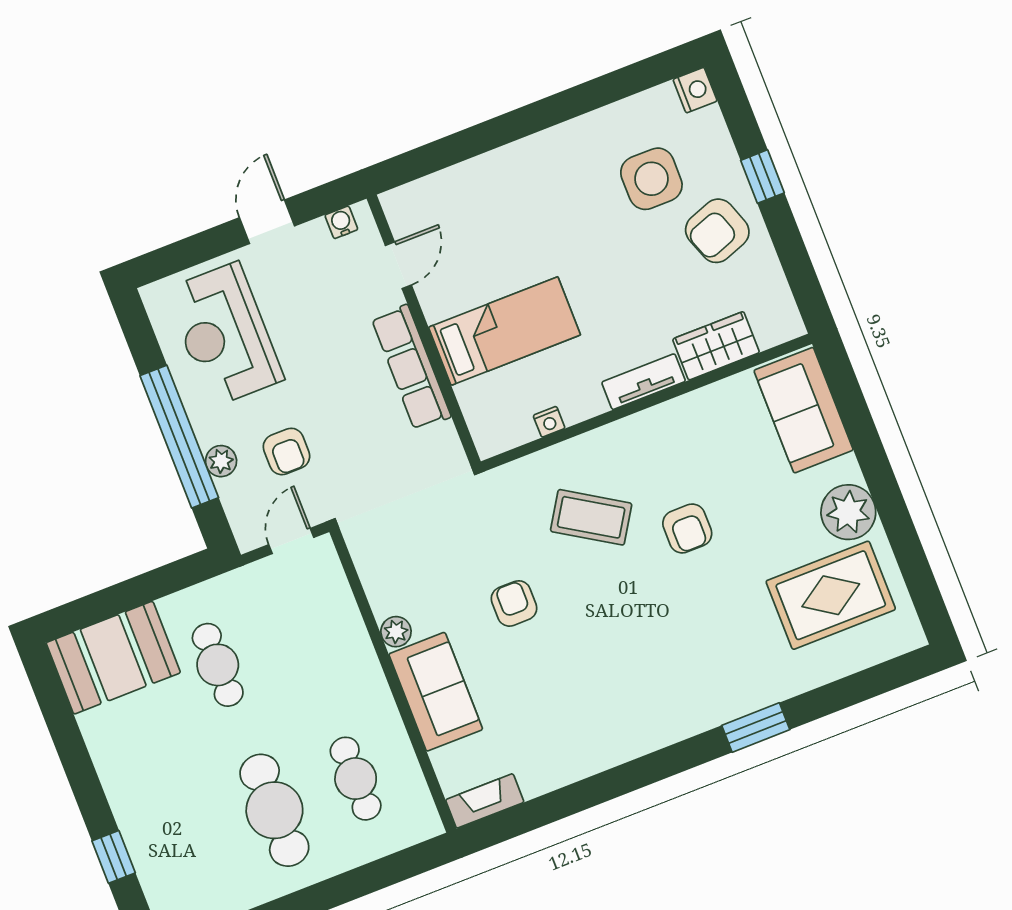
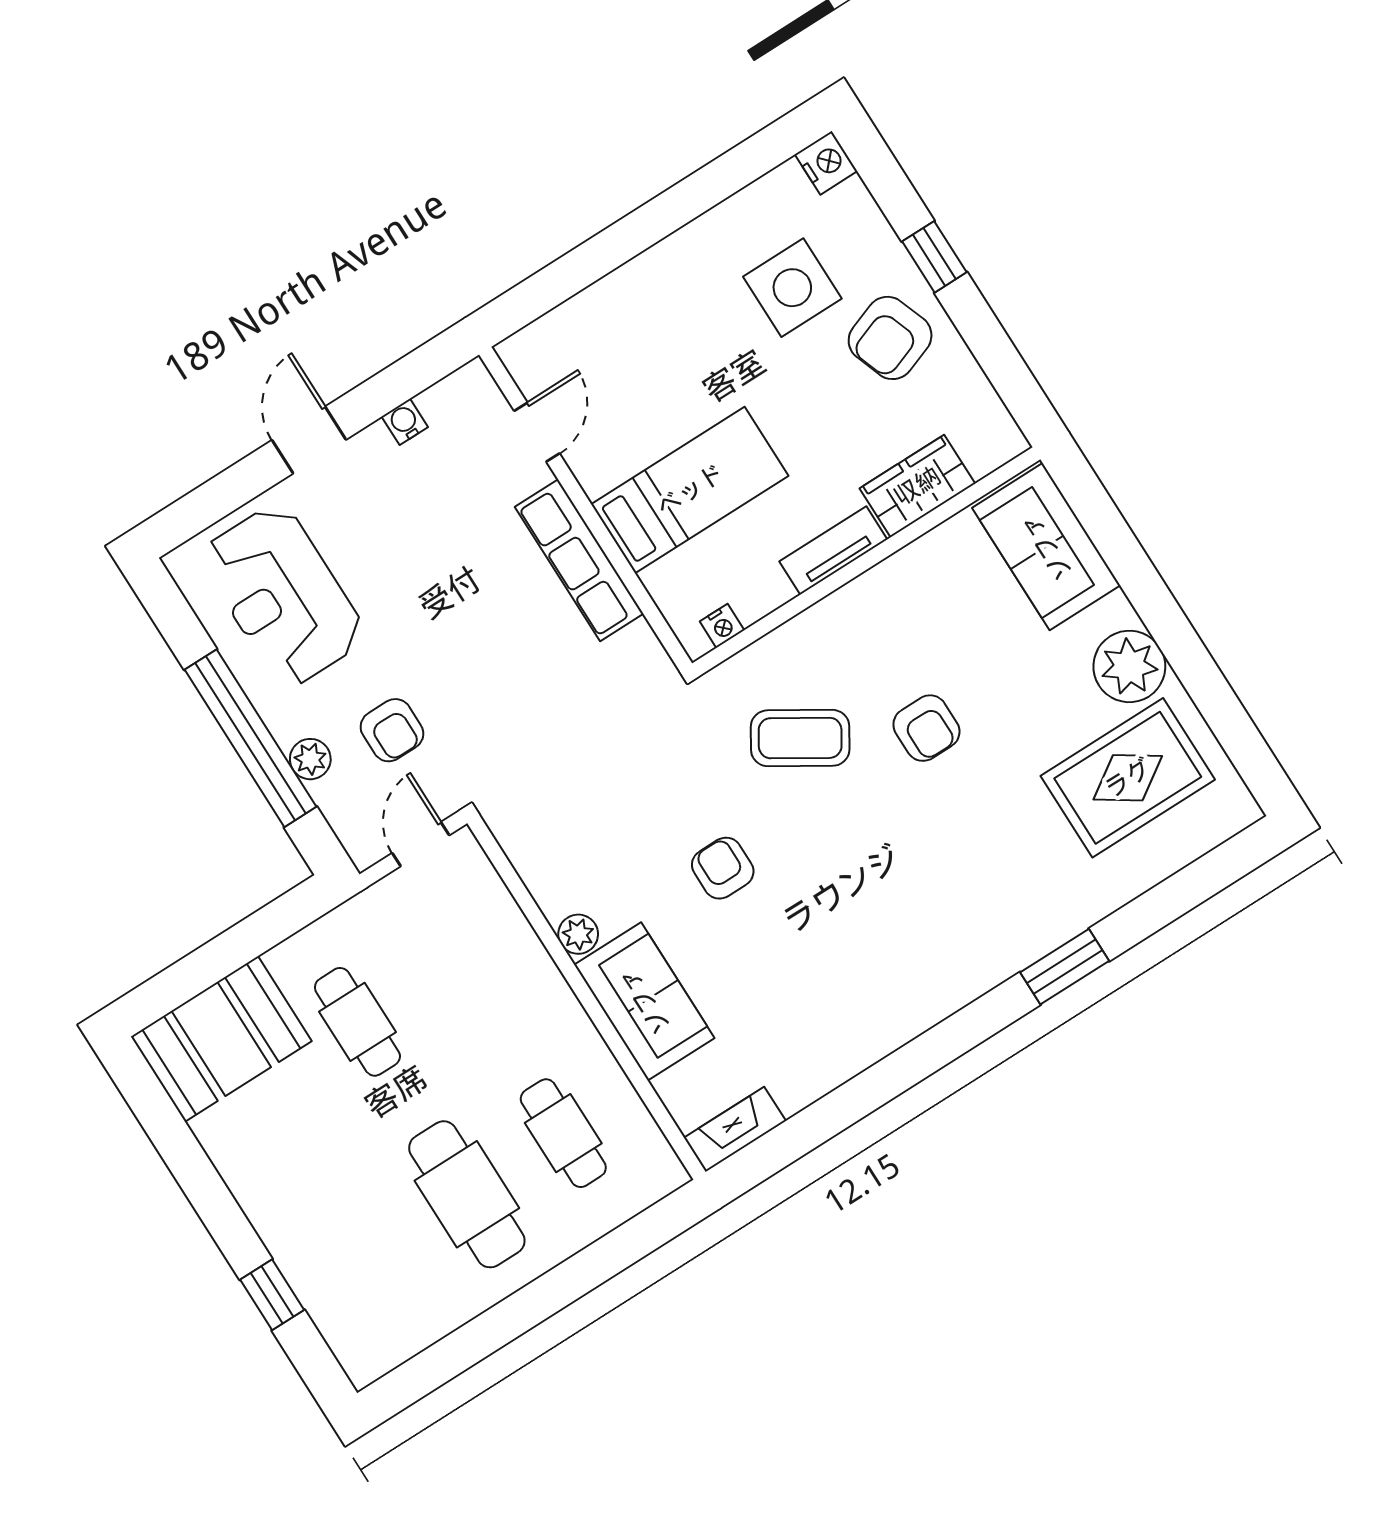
door: (398, 265) -> (537, 432), moved
wall: (424, 330) -> (586, 509), moved
bed: (504, 331) -> (690, 490), moved
row of seats: (411, 367) -> (579, 560), moved

